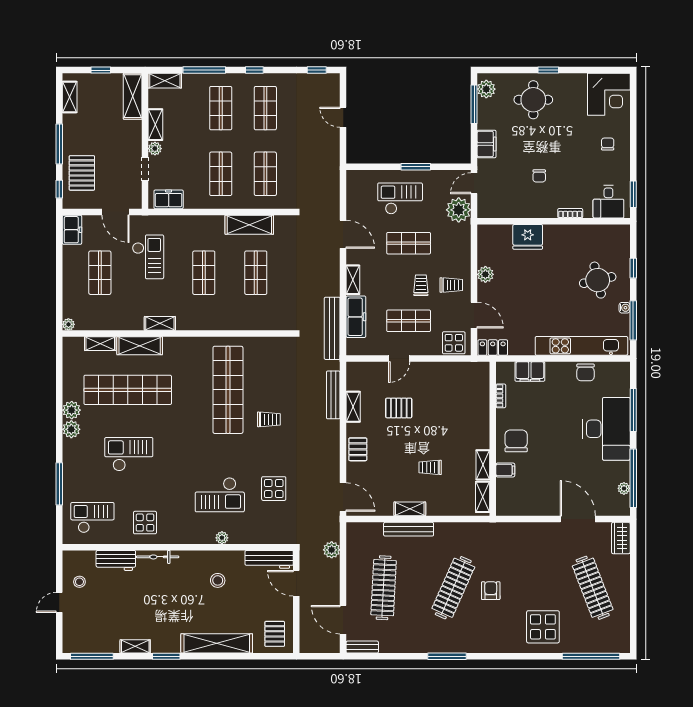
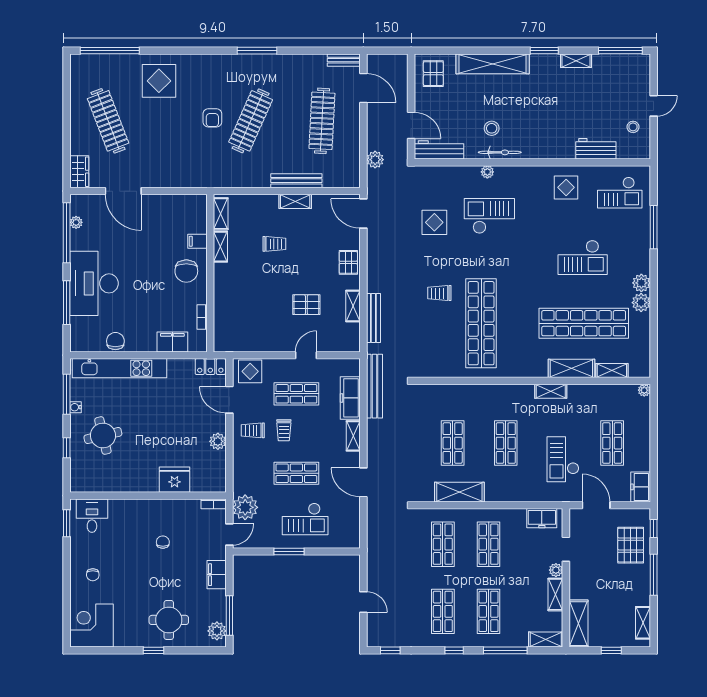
bookcase: (570, 213) -> (214, 504), moved
bicycle: (158, 557) -> (500, 152), moved

